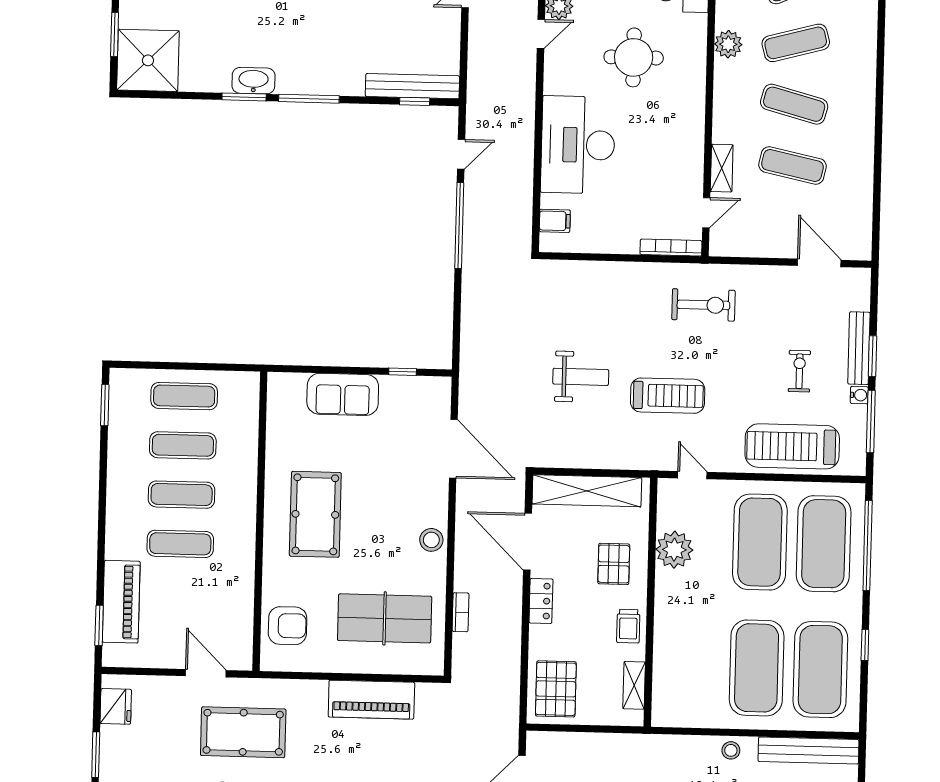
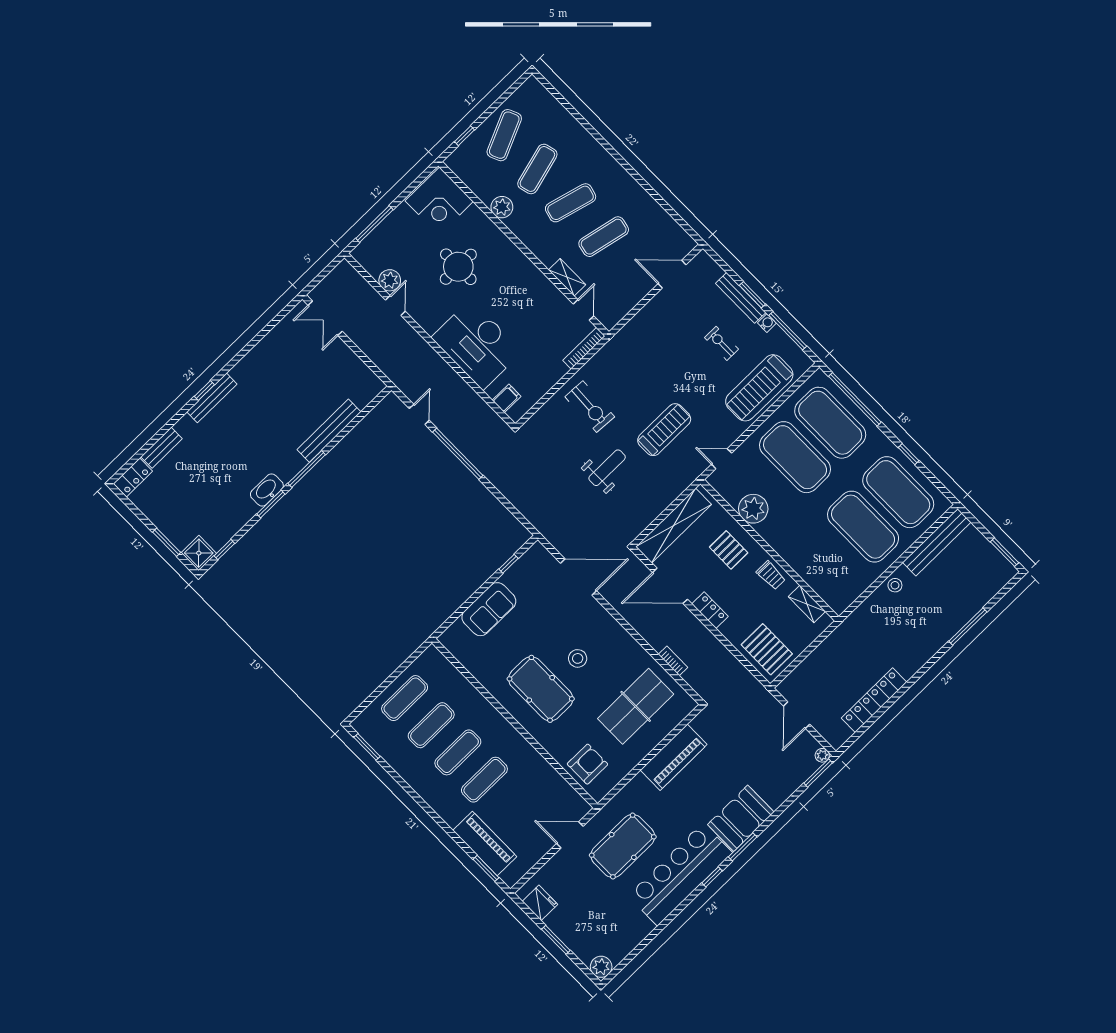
shower: (148, 60) -> (199, 553), width x0.54, depth x0.54
bench: (412, 86) -> (329, 431), moved
window: (415, 101) -> (224, 550), moved
exercise bike: (703, 305) -> (590, 407), moved, turned 93
stool: (431, 540) -> (578, 658), moved

